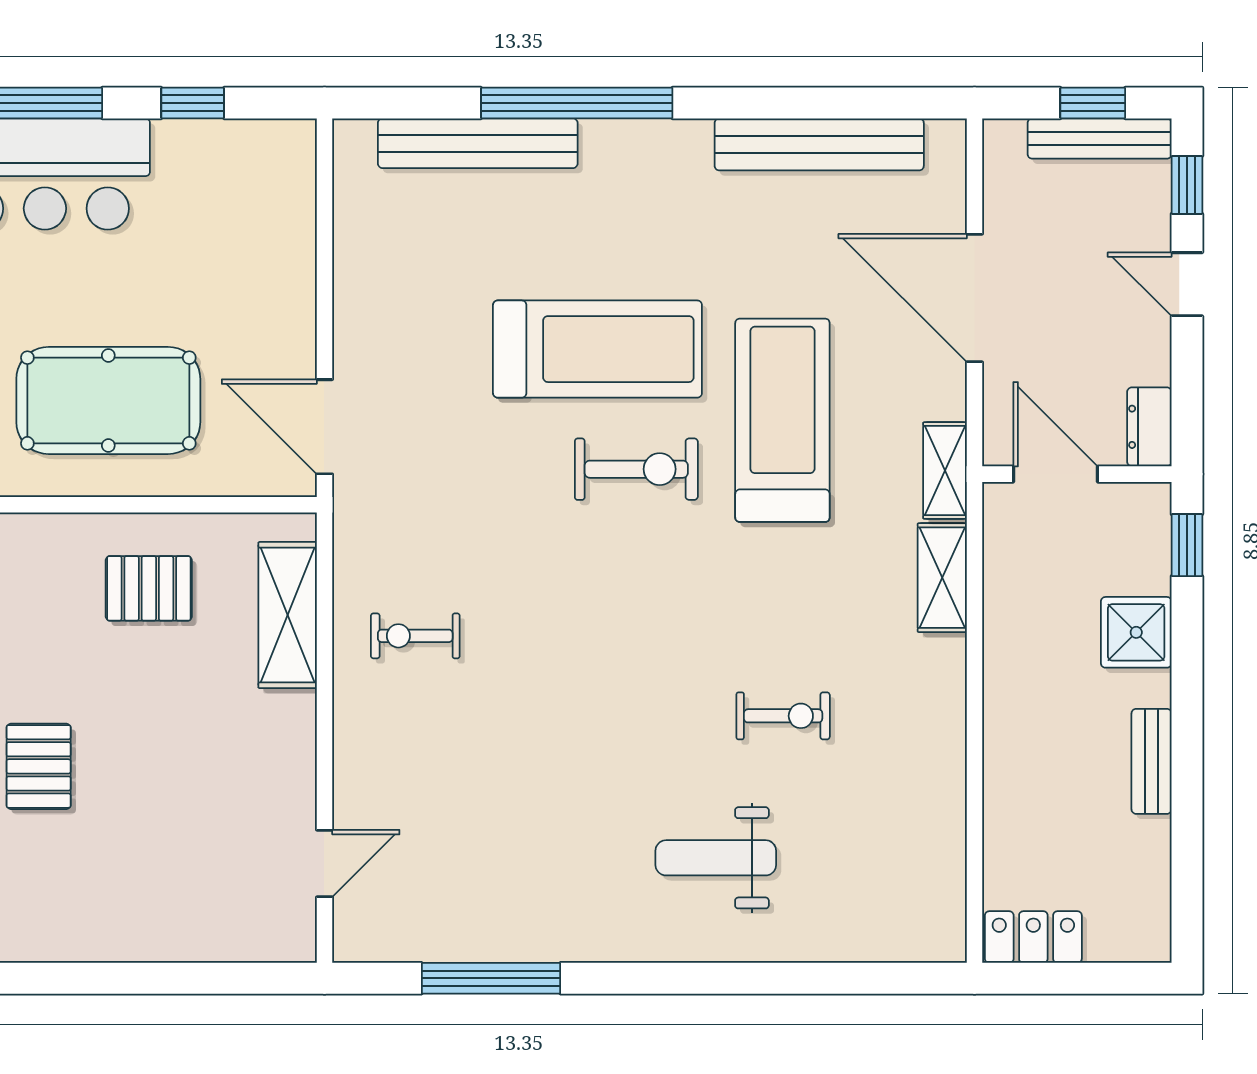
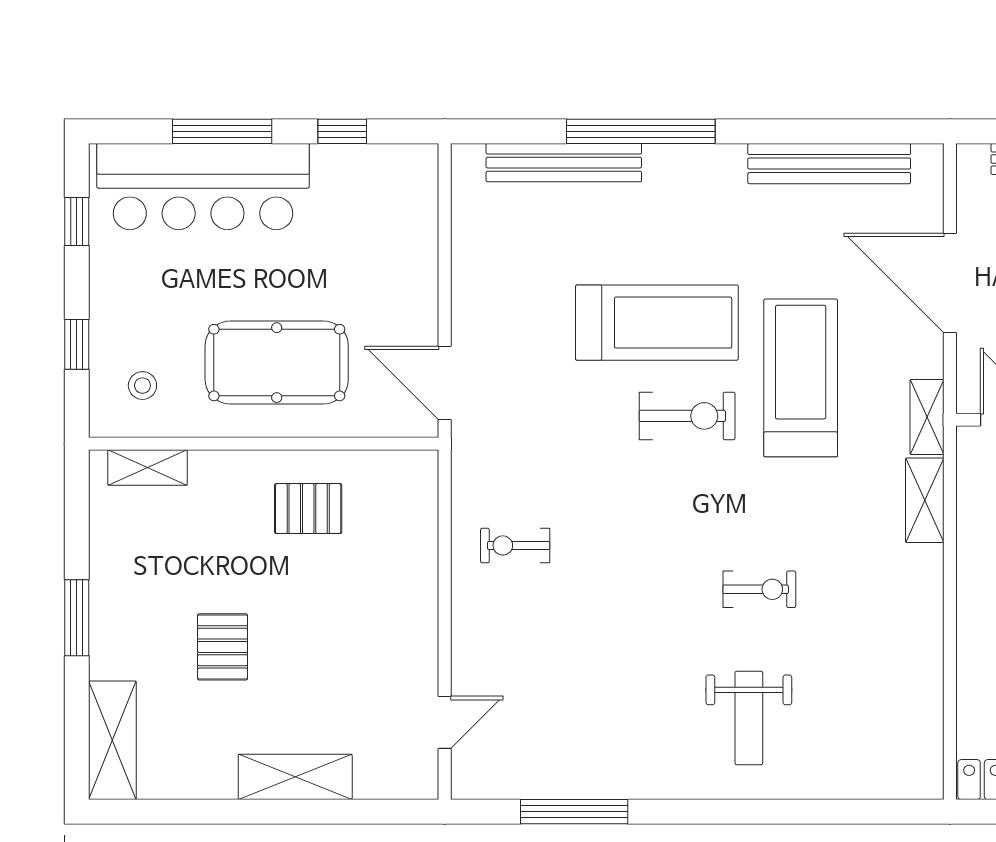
shelving: (288, 615) -> (295, 777), moved, turned 90
exercise bike: (783, 716) -> (759, 589), moved
weight bench: (716, 858) -> (749, 718), turned -90

